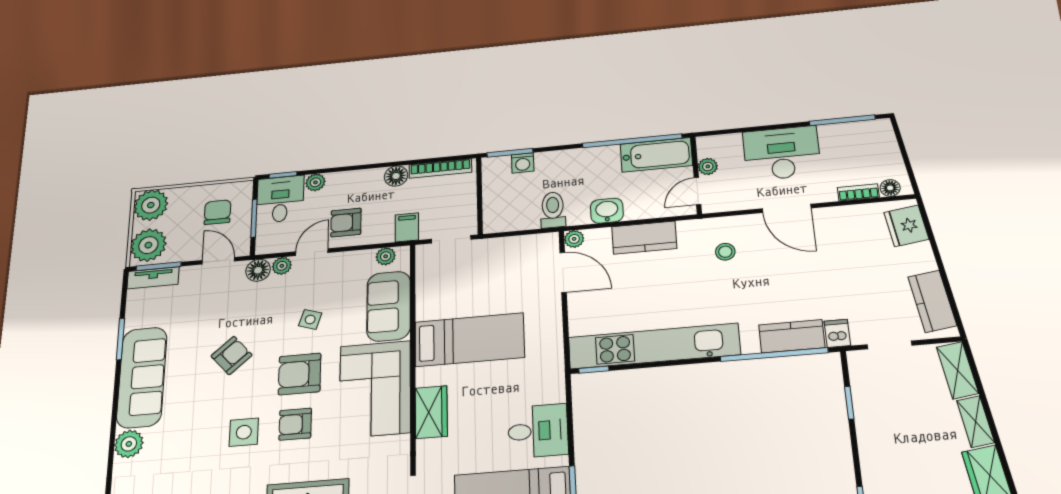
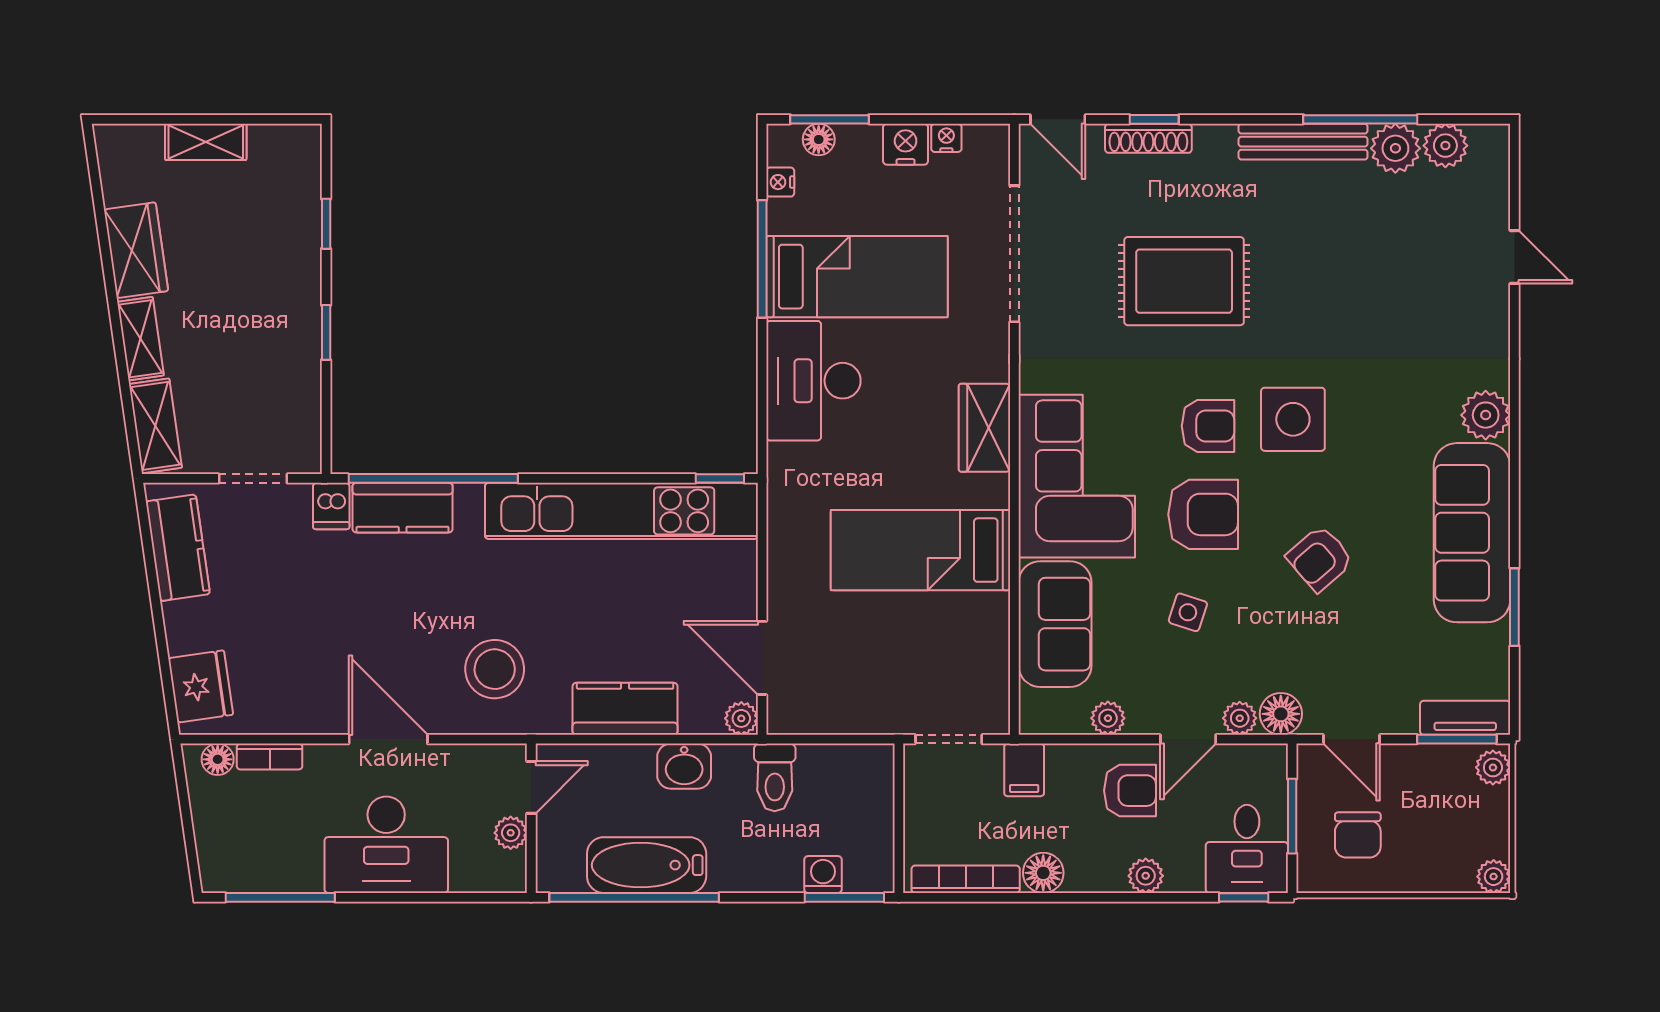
bathtub: (656, 155) -> (647, 865), moved
plant: (315, 182) -> (1146, 876), moved
plant: (151, 205) -> (1494, 877), width x0.53, depth x0.53
plant: (148, 245) -> (1493, 767), width x0.53, depth x0.53
stool: (725, 252) -> (495, 669), width x1.89, depth x1.89
plant: (386, 256) -> (1108, 718), moved
window: (849, 403) -> (326, 332), moved
desk: (538, 431) -> (813, 381), width x1.37
side table: (244, 432) -> (1293, 419), width x1.37, depth x1.37

